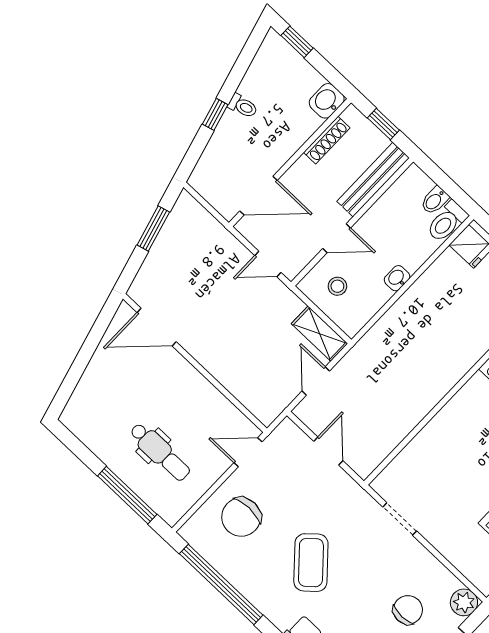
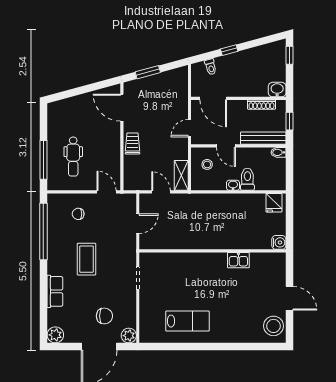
toilet: (243, 106) -> (211, 67), moved
bidet: (435, 200) -> (278, 152), moved
toilet: (447, 222) -> (247, 179), moved, turned 90
window: (153, 229) -> (148, 72), moved
door: (268, 264) -> (189, 128), hinge flipped
trolley: (217, 358) -> (133, 143), added
door: (316, 381) -> (161, 192), hinge flipped
chair: (241, 517) -> (78, 214), width x0.54, depth x0.54
coffee table: (311, 563) -> (86, 259), turned -48

